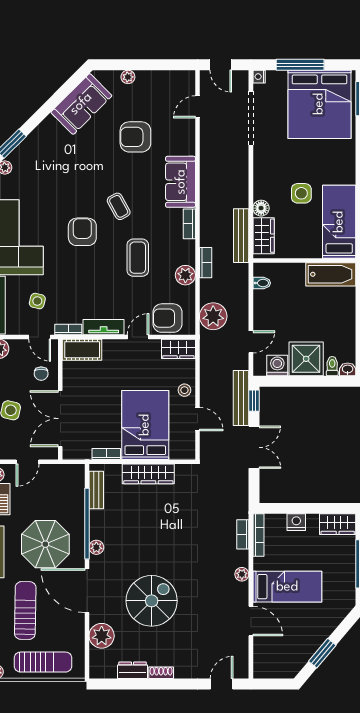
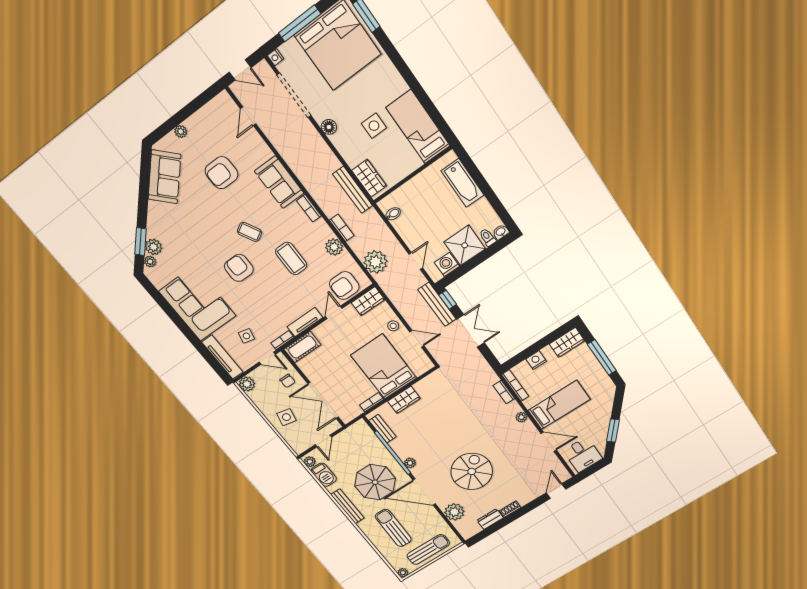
plant: (19, 157) -> (154, 247), added
floor lamp: (261, 208) -> (329, 127), moved
bathtub: (331, 274) -> (463, 183), moved, turned 90
wardrobe: (148, 474) -> (404, 400), width x0.67
desk: (275, 660) -> (583, 455), added

